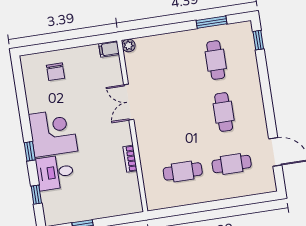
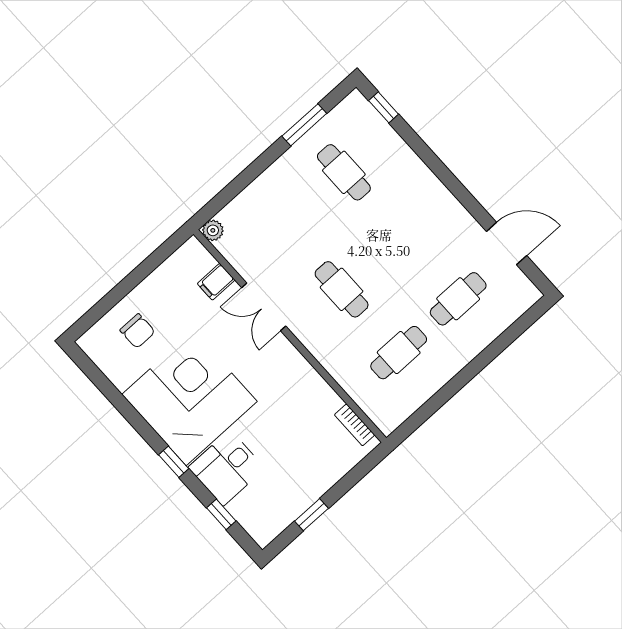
filing cabinet: (109, 49) -> (216, 282), moved
cafe table: (224, 112) -> (342, 289), moved
corner desk: (53, 133) -> (190, 398), width x1.36, depth x1.36
bookcase: (130, 159) -> (355, 425), moved

